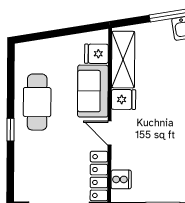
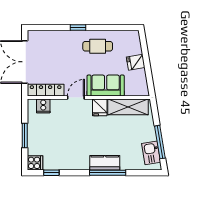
fridge: (96, 54) -> (136, 62), moved, turned -99
cafe table: (37, 102) -> (98, 46), width x0.73, depth x0.74

